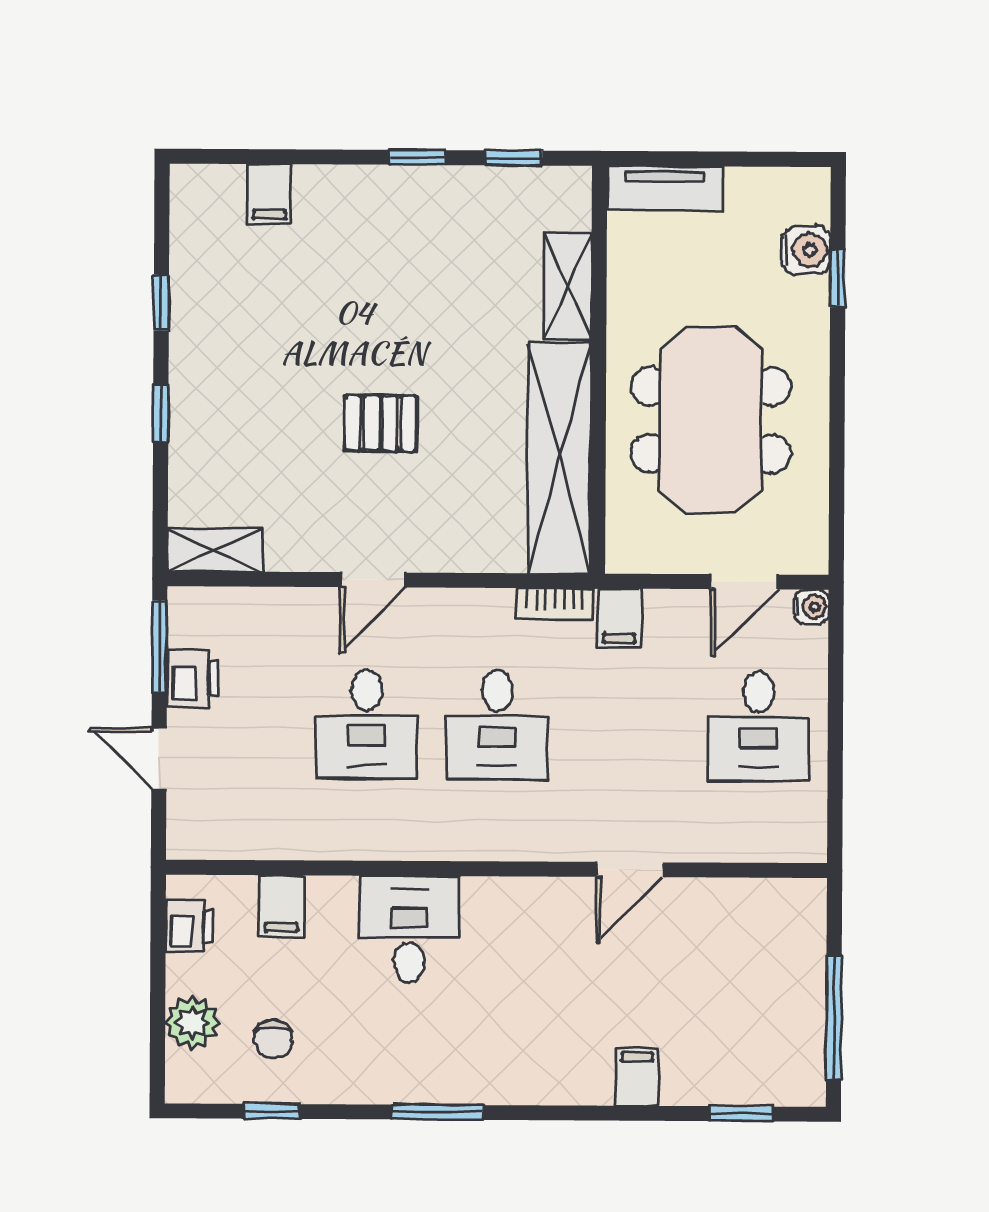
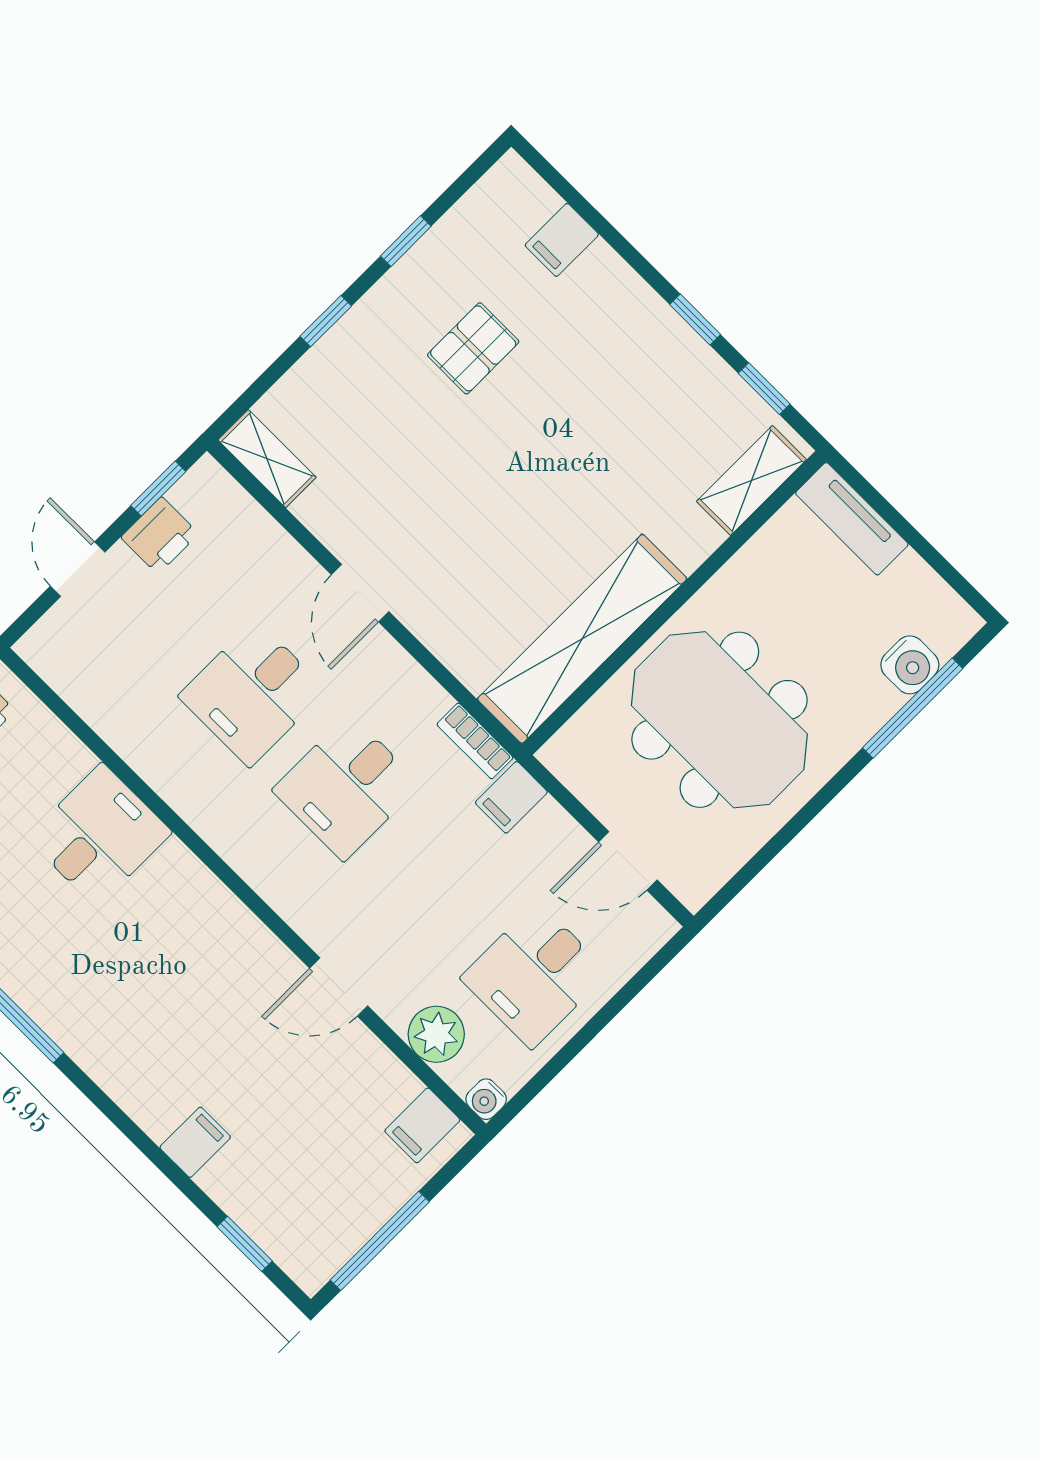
window: (838, 278) -> (913, 708), width x2.17
shelving: (568, 286) -> (751, 480), moved
meeting table: (711, 420) -> (719, 720), turned 90
pallet: (381, 423) -> (473, 348), moved, turned 90
door: (373, 580) -> (360, 593), hinge flipped
water cooler: (812, 607) -> (486, 1099), moved, turned 90
window: (160, 646) -> (158, 489), width x0.67
plant: (731, 835) -> (436, 1034), added
filing cabinet: (281, 906) -> (422, 1125), moved
desk: (409, 929) -> (99, 835), moved

